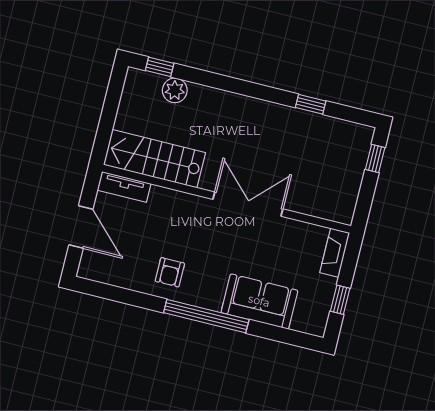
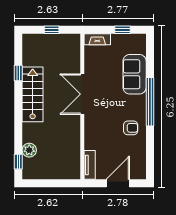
window: (375, 158) -> (52, 30), moved
stairs: (154, 159) -> (33, 94), moved, turned 180

